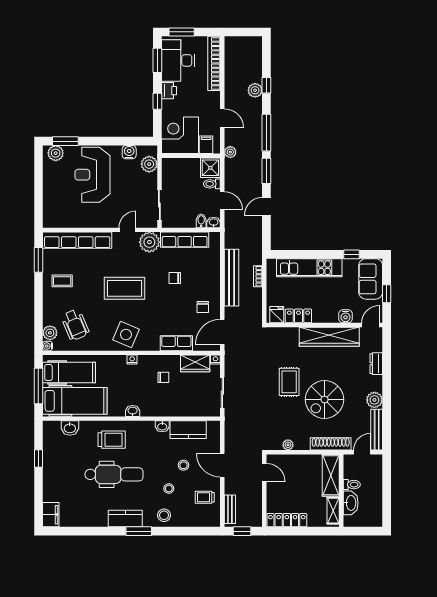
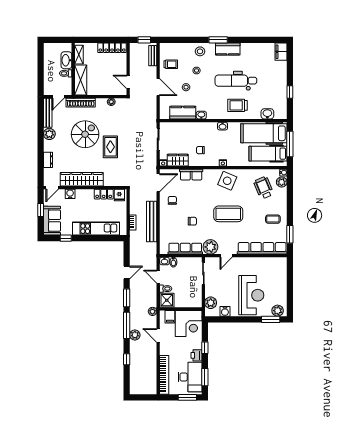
plant: (255, 90) -> (135, 335), moved

